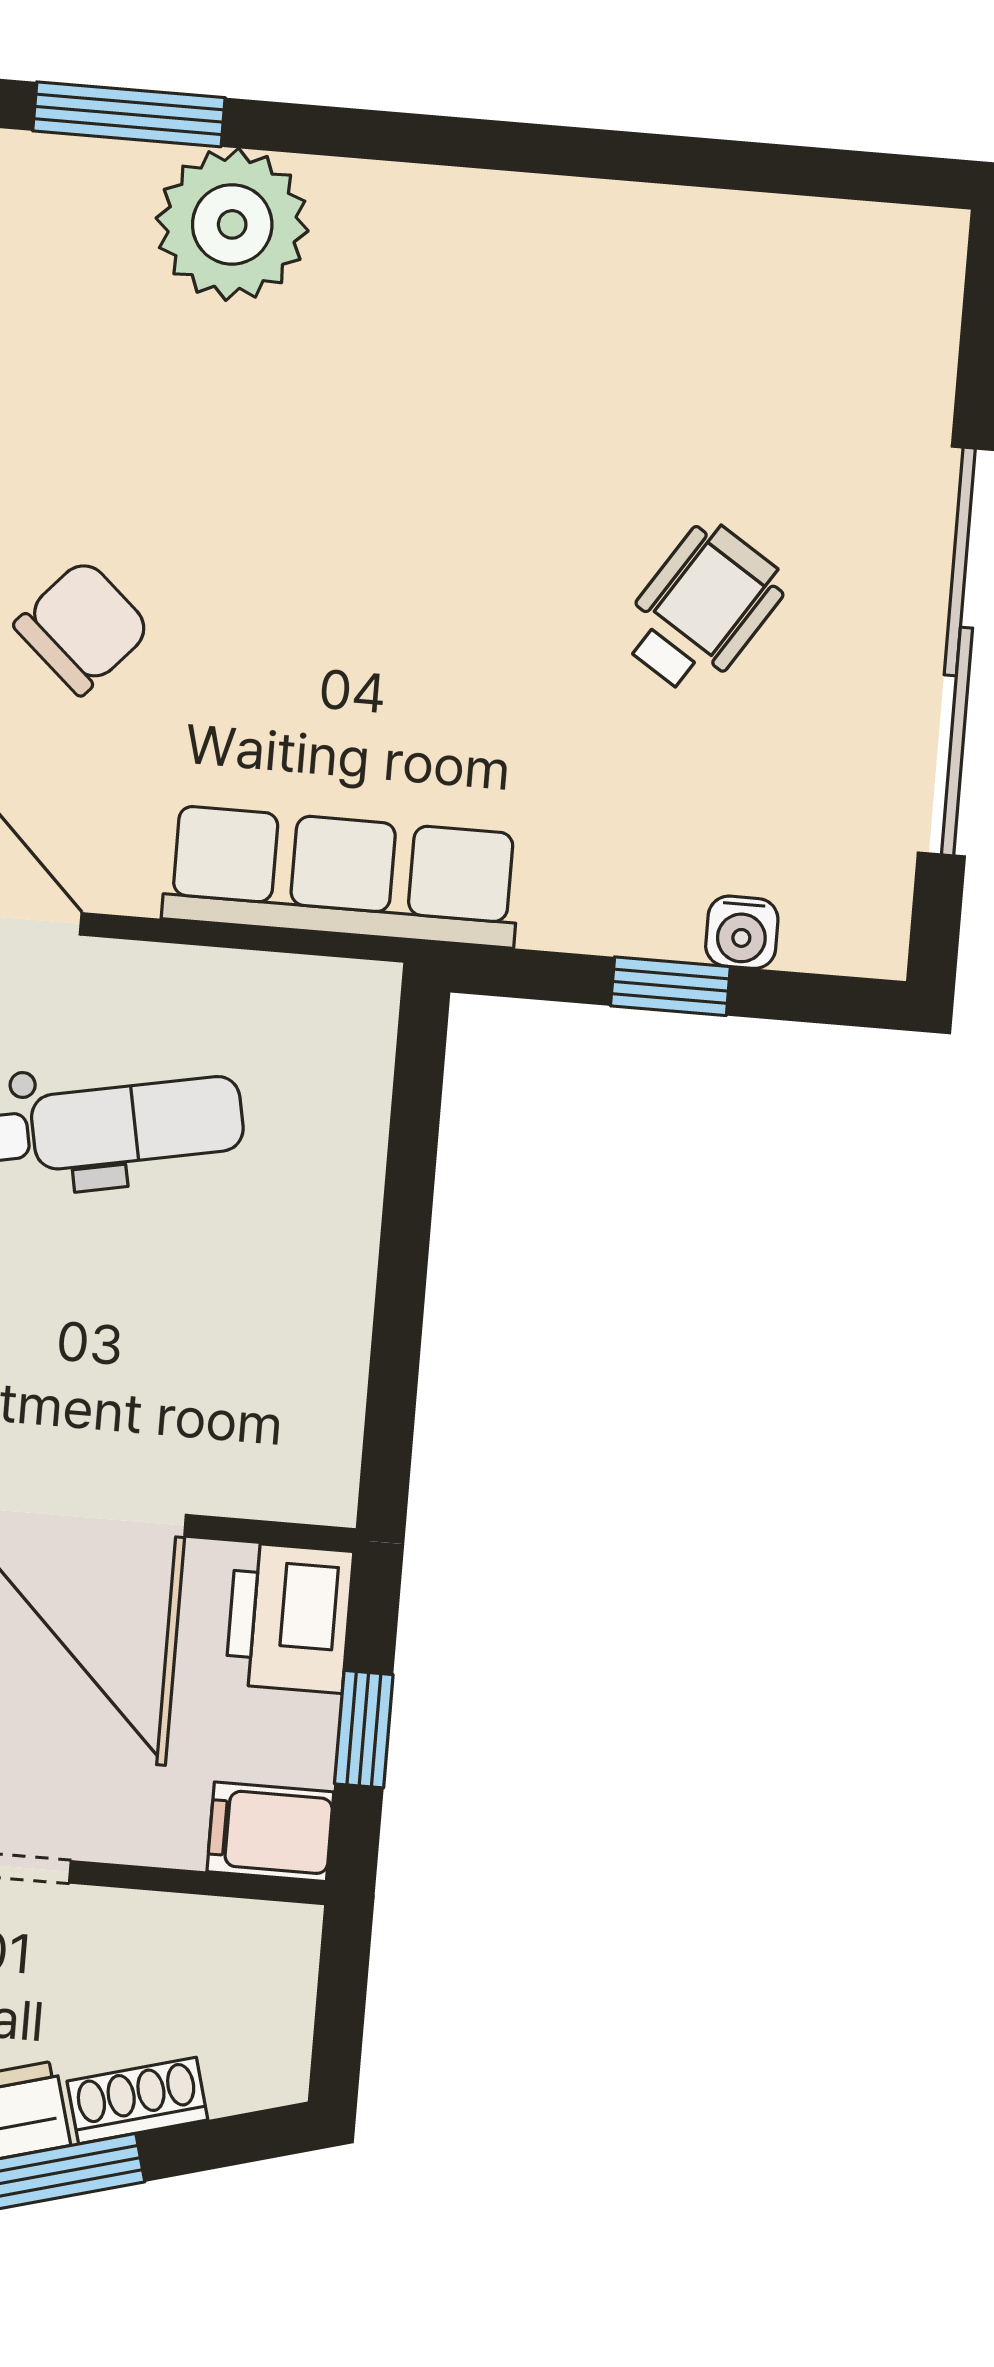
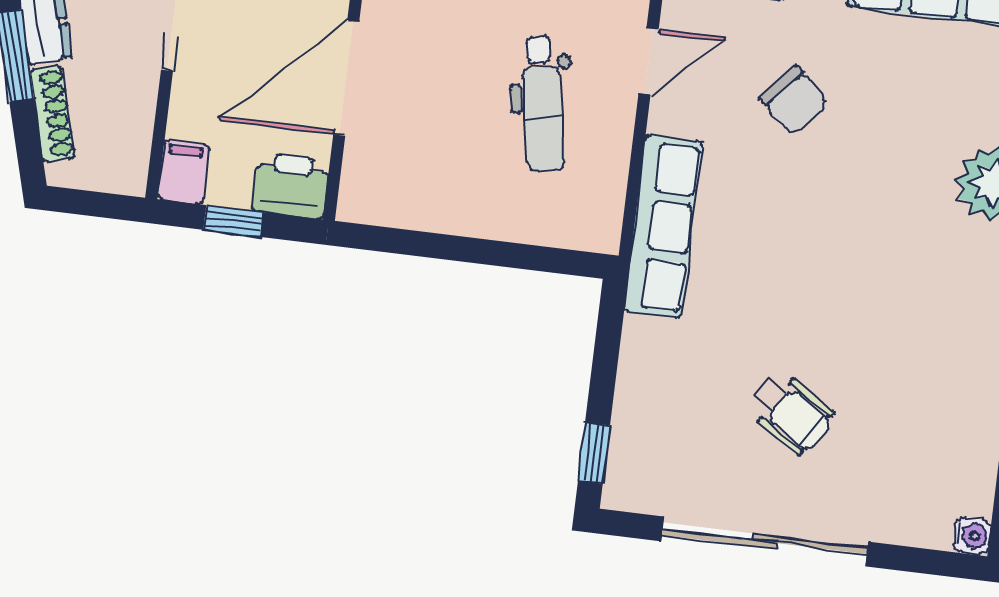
water cooler: (742, 932) -> (972, 536), moved, turned 180
window: (670, 986) -> (594, 453), moved
shoe rack: (137, 2101) -> (52, 114), width x1.43

